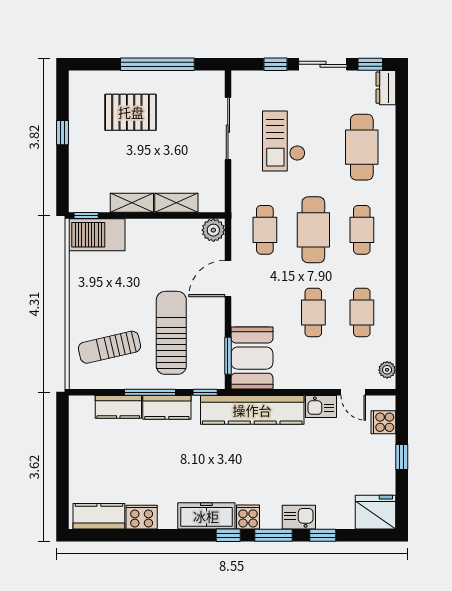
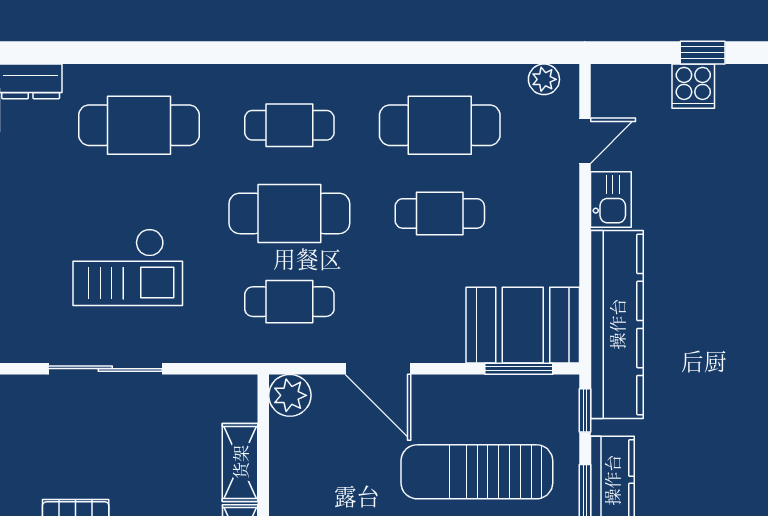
cafe table: (362, 312) -> (440, 125), width x1.37, depth x1.35
cooker: (383, 422) -> (693, 86), moved

